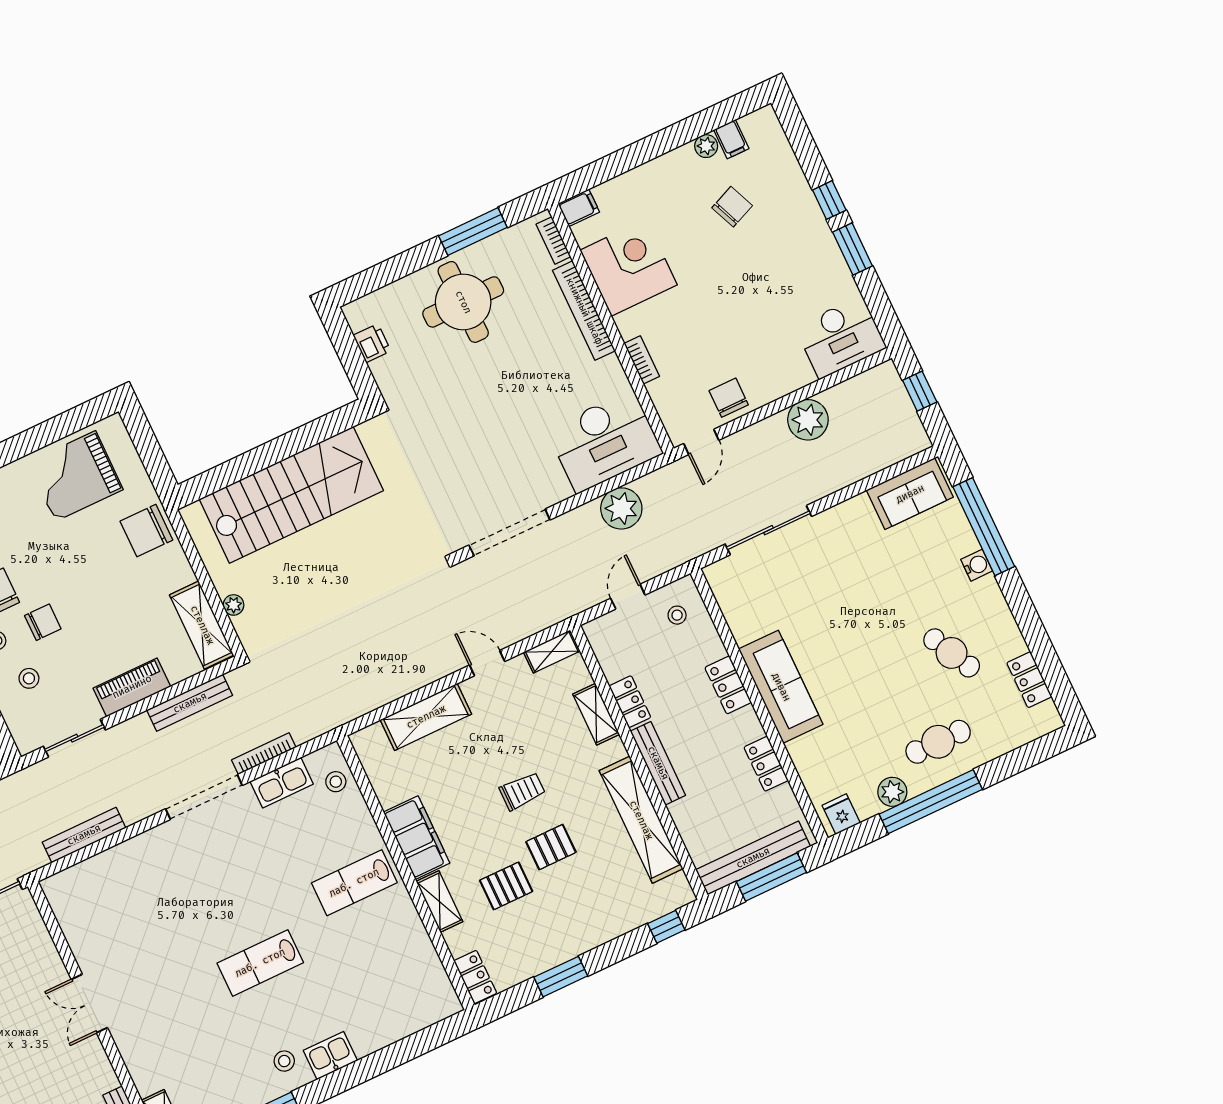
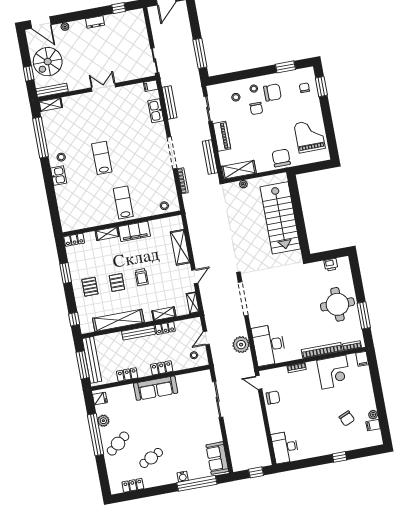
window: (852, 249) -> (318, 461), removed
plant: (808, 420) -> (256, 426), removed
door: (628, 597) -> (206, 338), swing flipped
cafe table: (938, 742) -> (118, 444), turned 51
kitchen sink: (282, 783) -> (156, 111), moved
pallet: (506, 886) -> (90, 287), moved
filing cabinet: (56, 891) -> (151, 86), added

